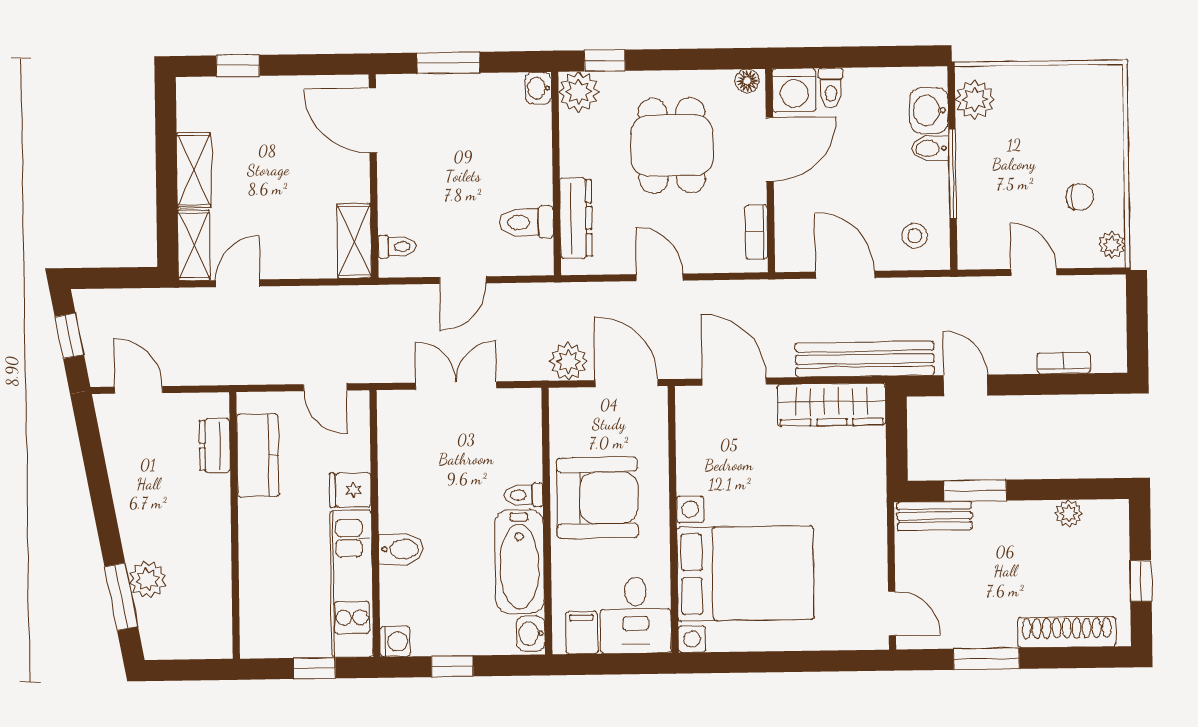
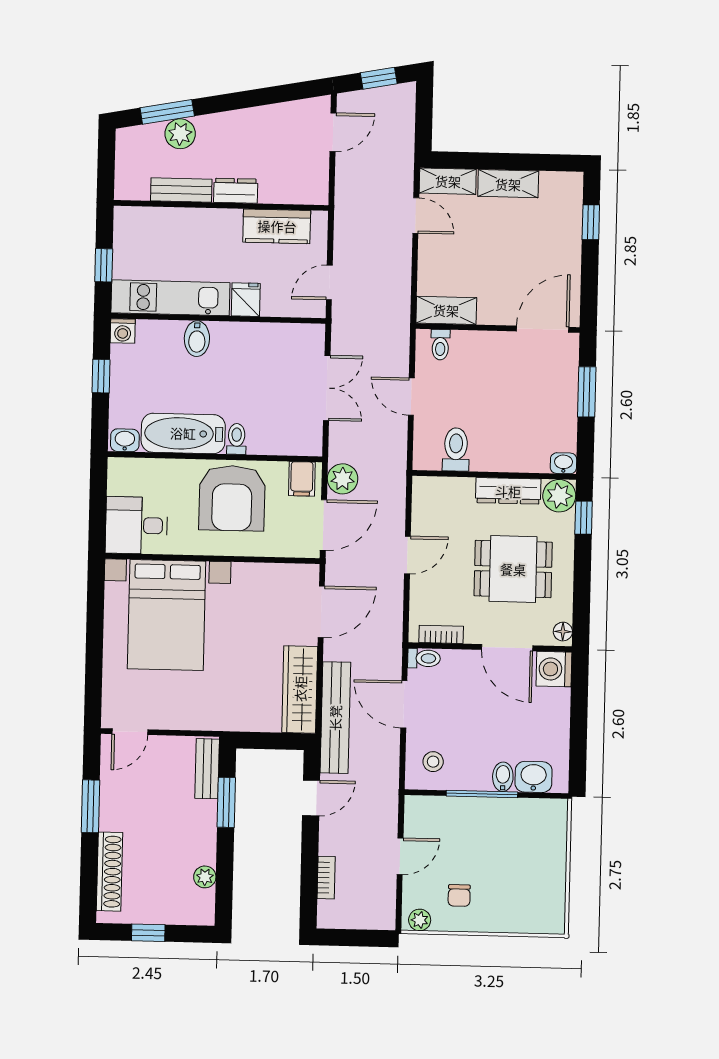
toilet: (831, 88) -> (424, 658), moved, turned 180
plant: (975, 99) -> (541, 814), removed
dresser: (576, 218) -> (508, 491), moved
door: (845, 275) -> (404, 704), swing flipped
dresser: (215, 445) -> (236, 191), moved
bench: (217, 575) -> (181, 190), added
filing cabinet: (582, 633) -> (302, 479), moved, turned 90

